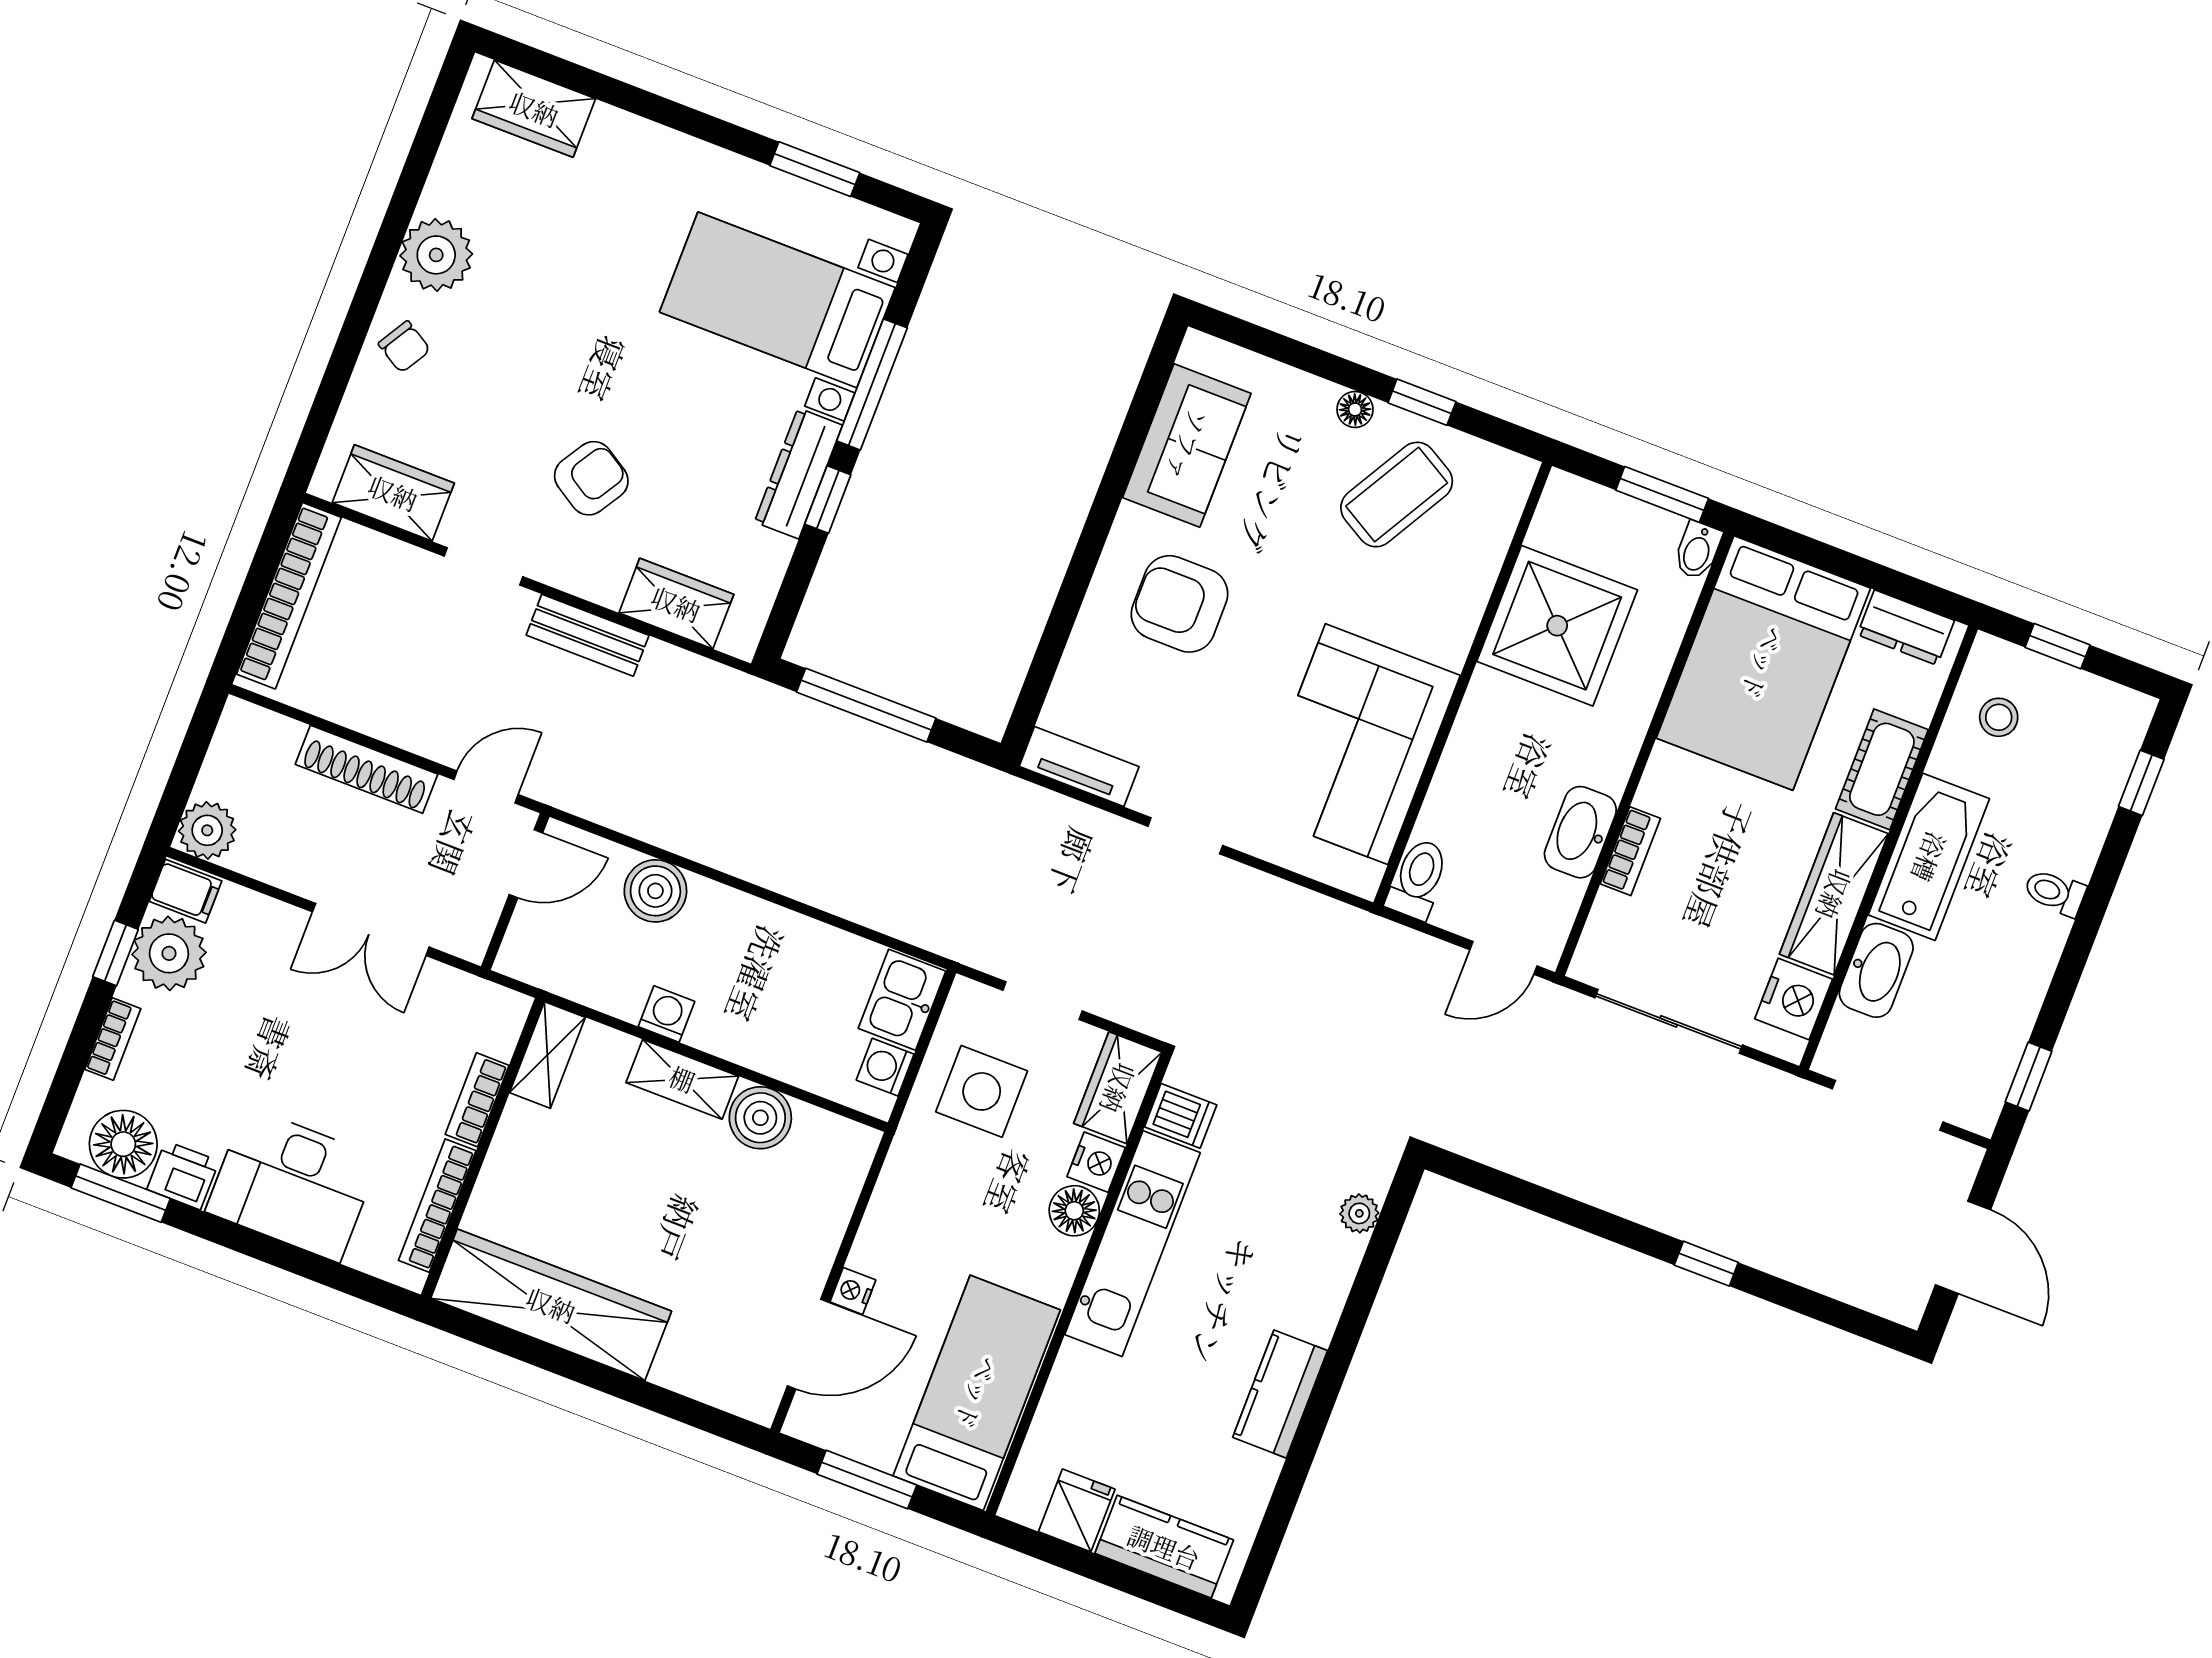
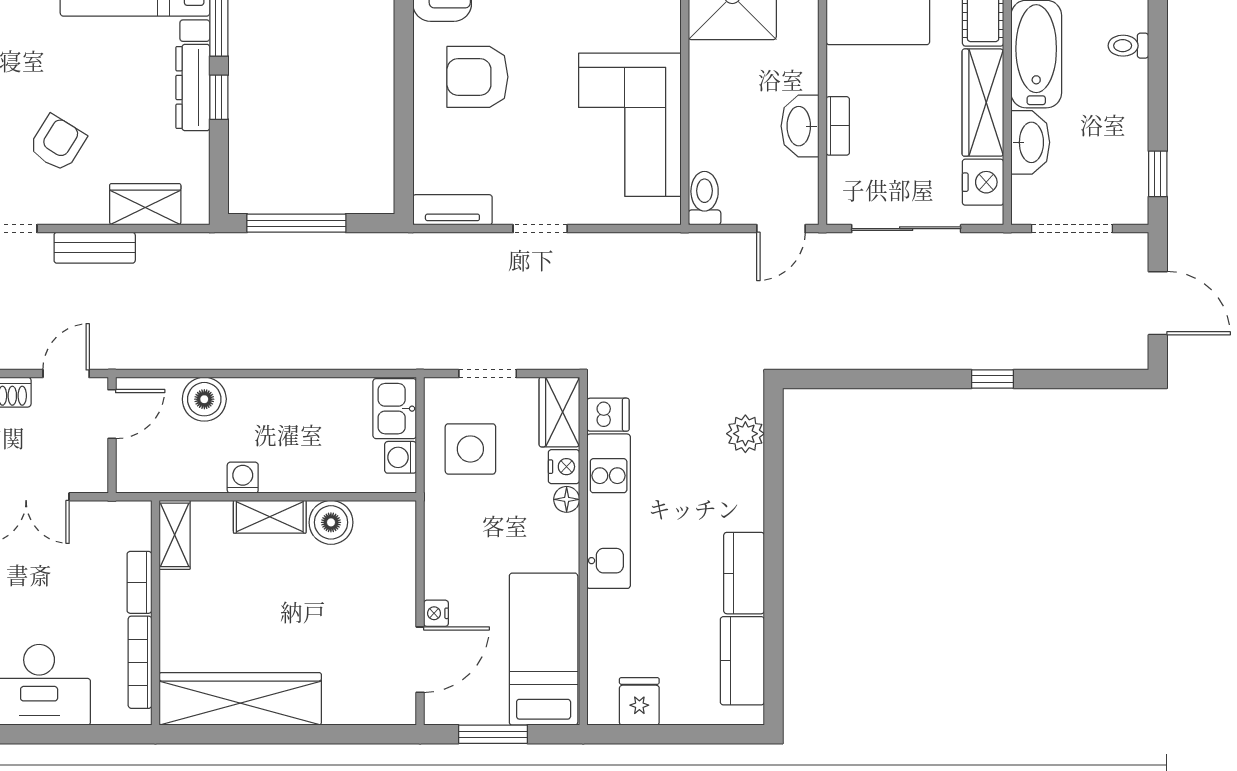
floor lamp: (1074, 1211) -> (567, 499), width x0.73, depth x0.73
plant: (1359, 1213) -> (745, 434), width x1.38, depth x1.38
kitchen counter: (1164, 1547) -> (742, 661), moved, turned -90

